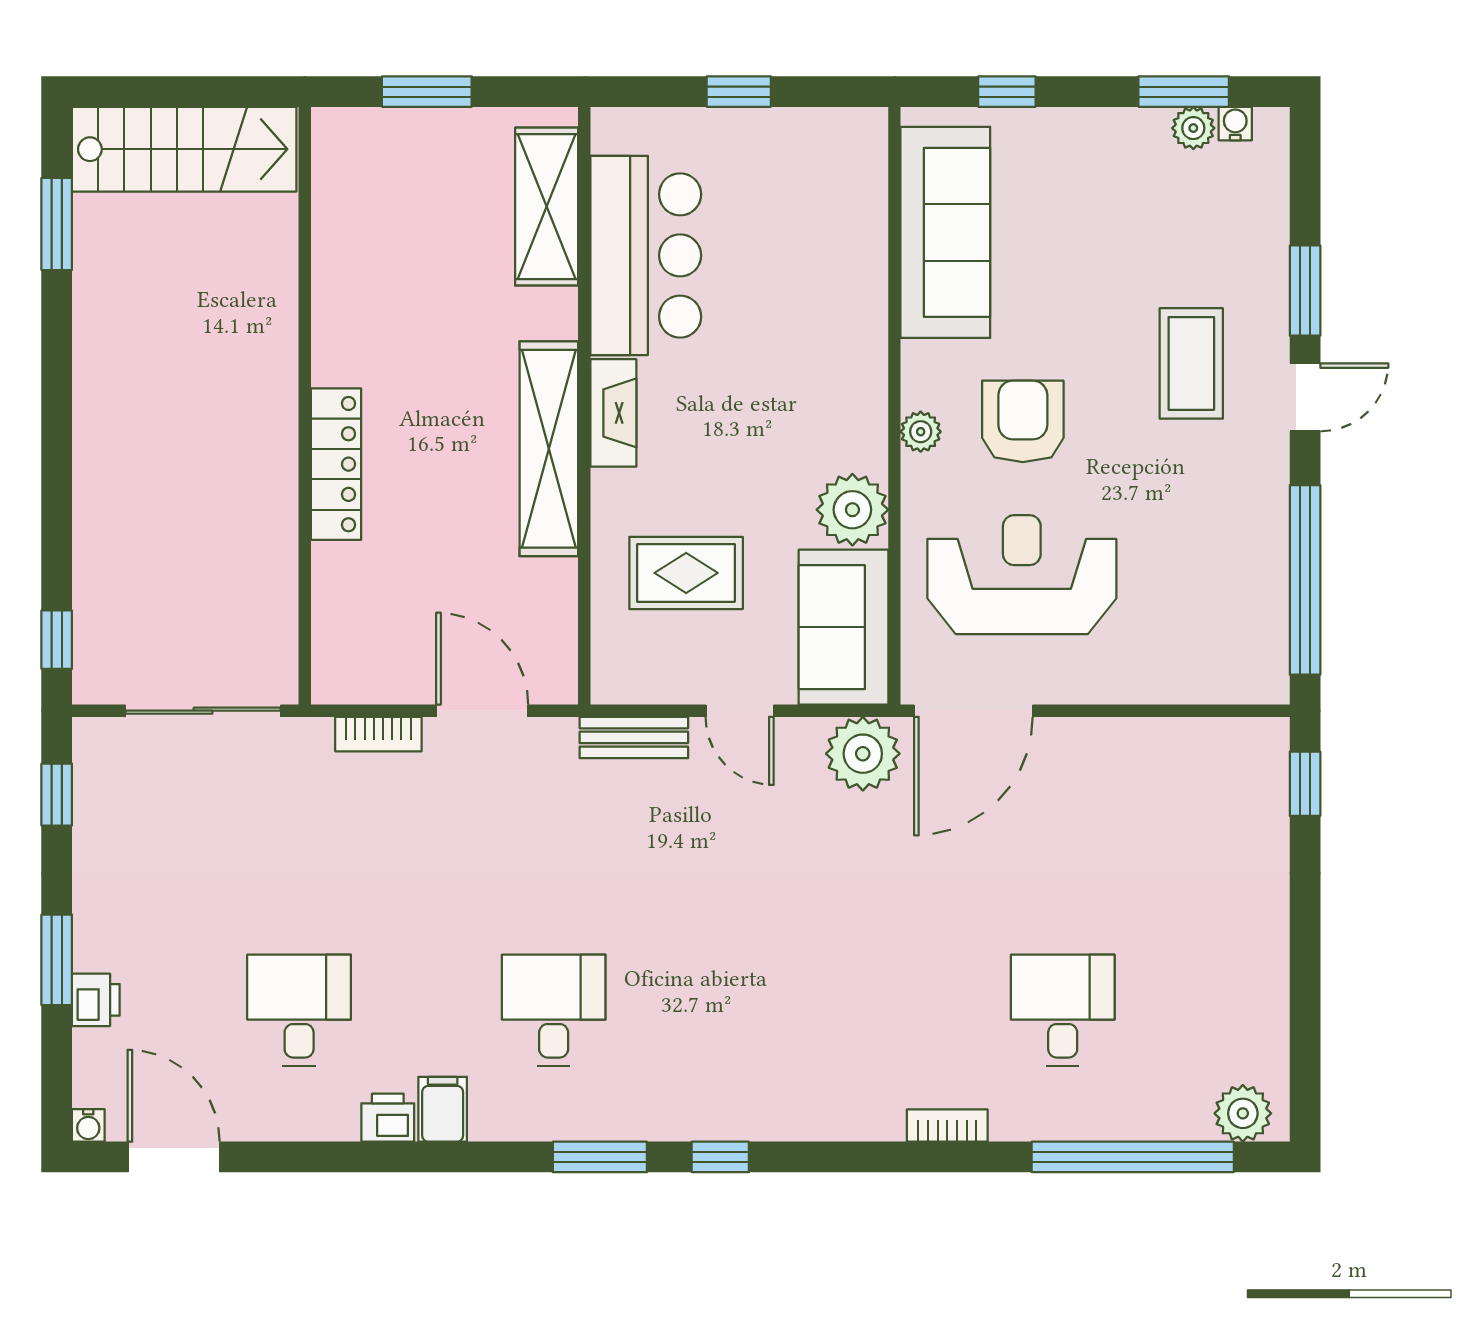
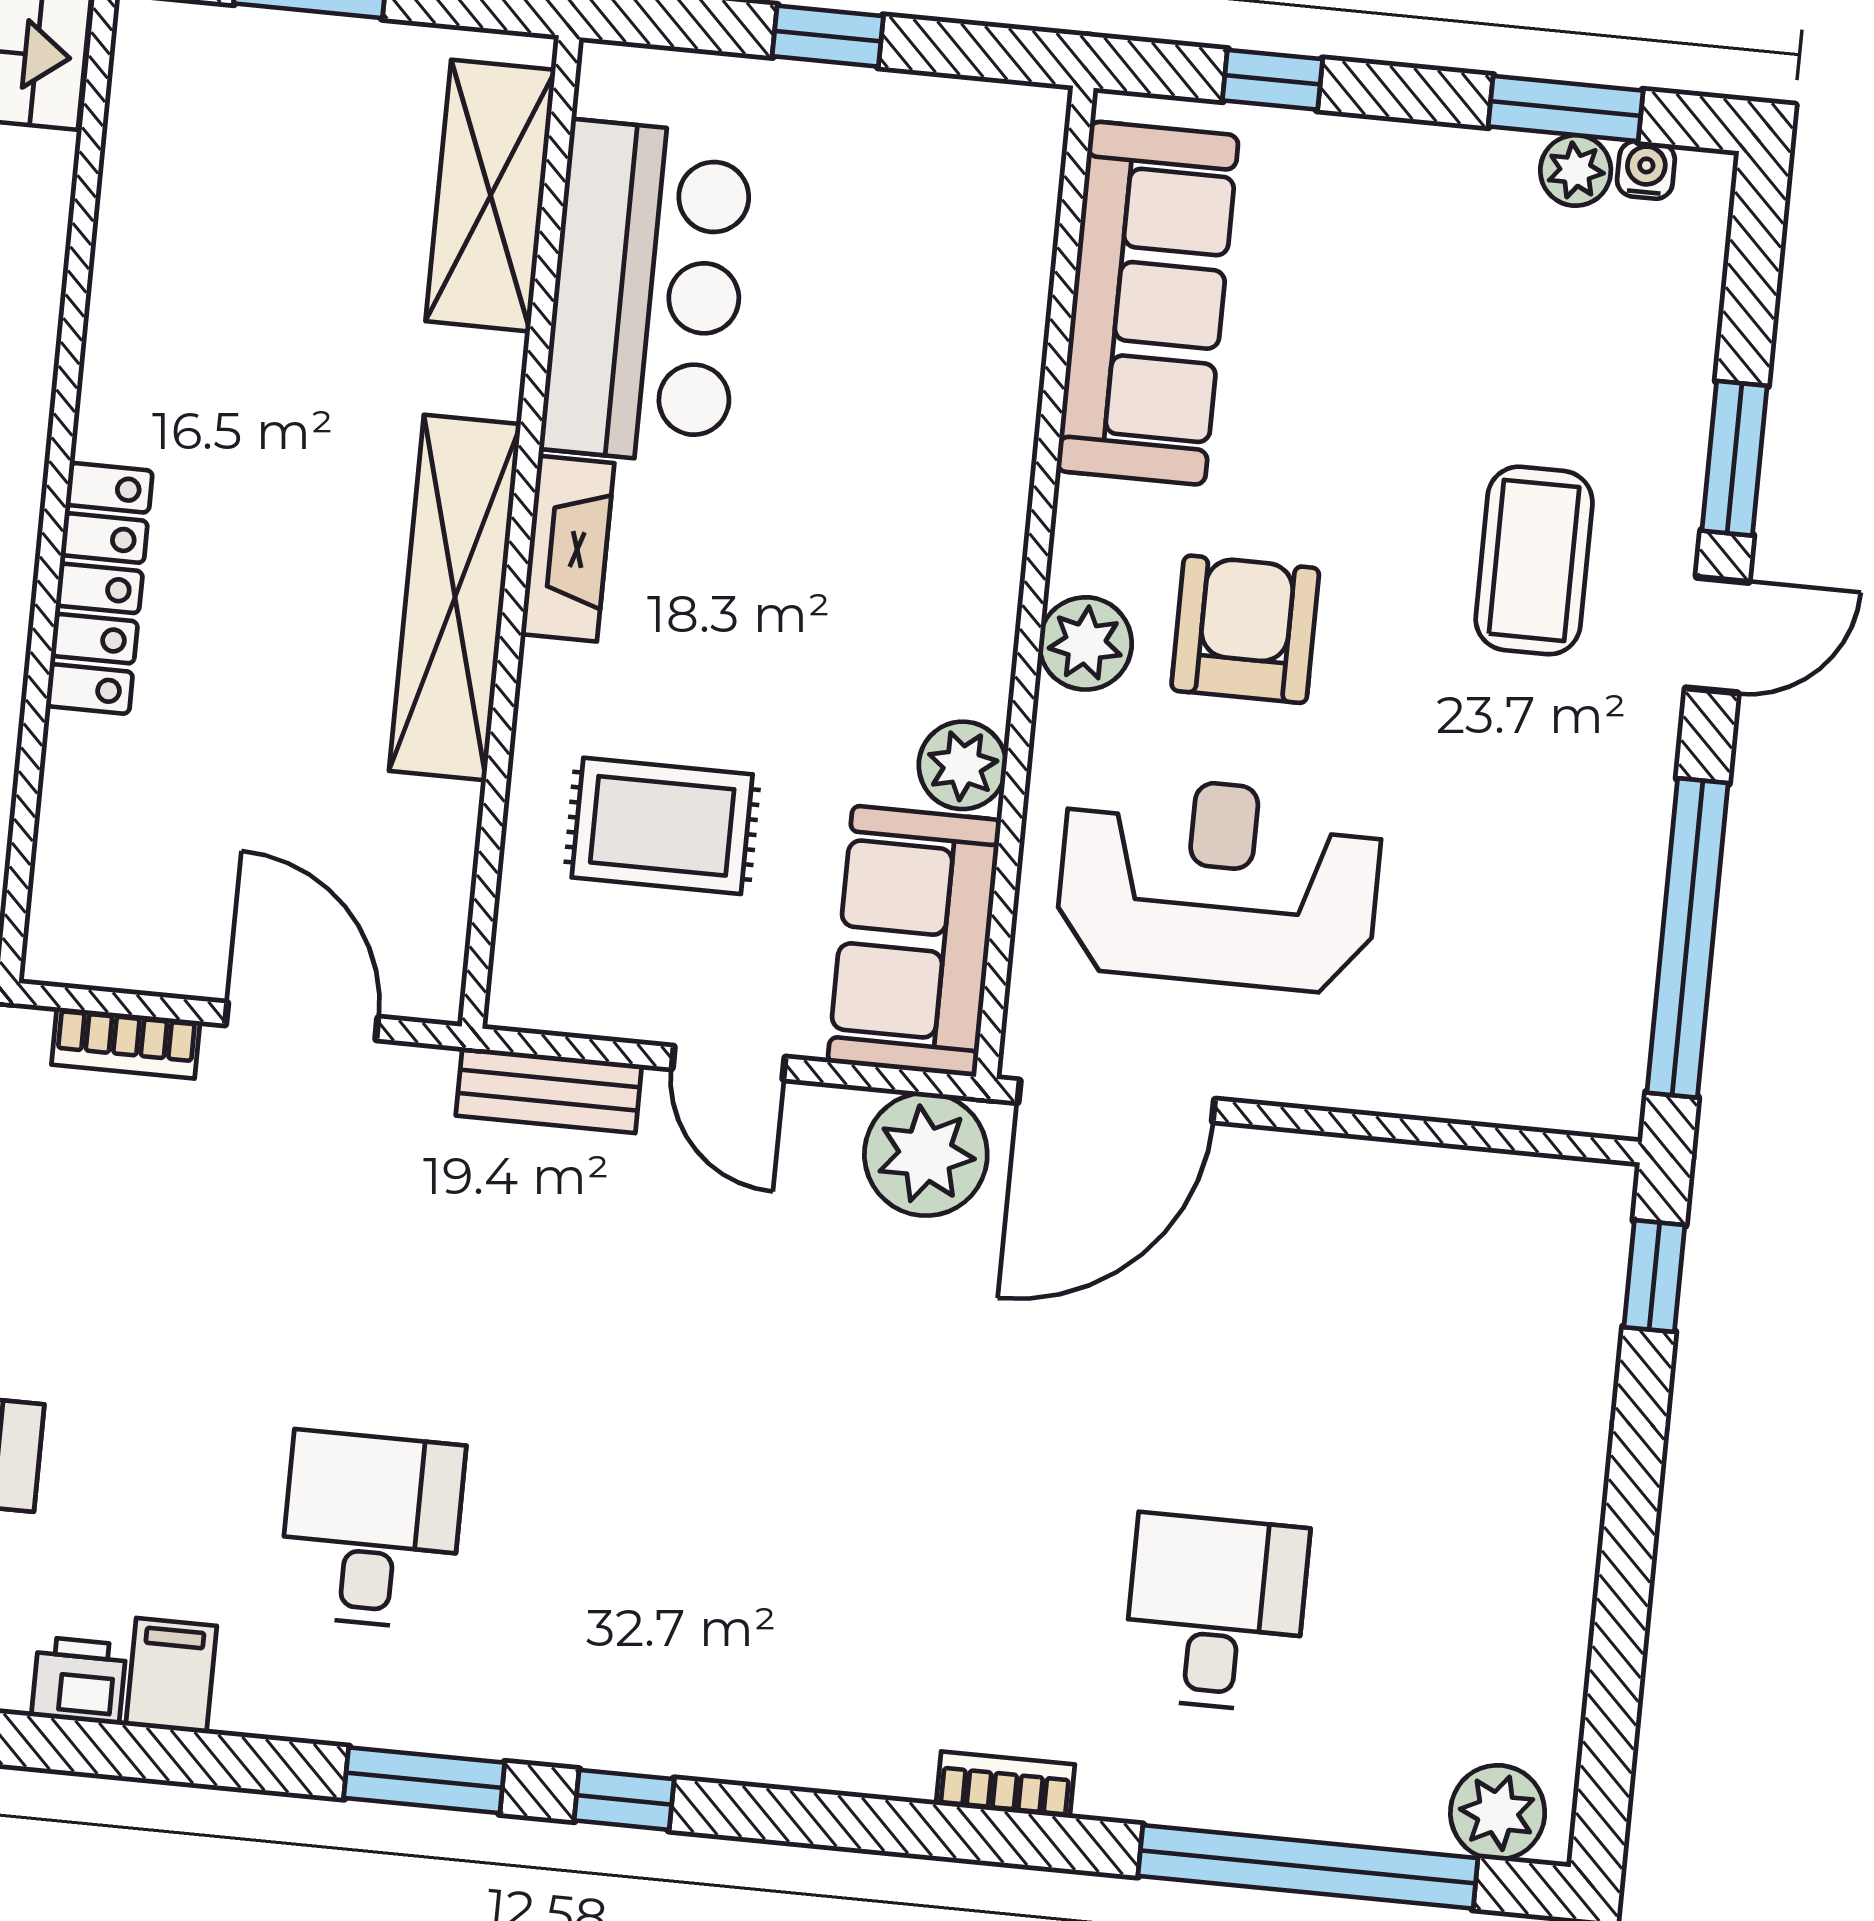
plant: (921, 432) -> (1085, 643), width x1.38, depth x1.38
plant: (852, 510) -> (963, 765), width x0.73, depth x0.73

